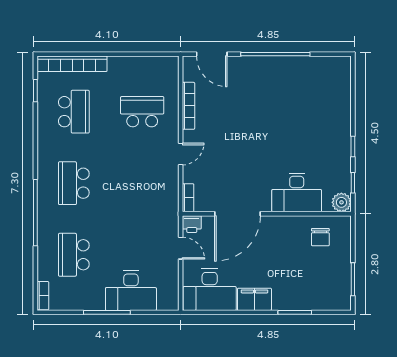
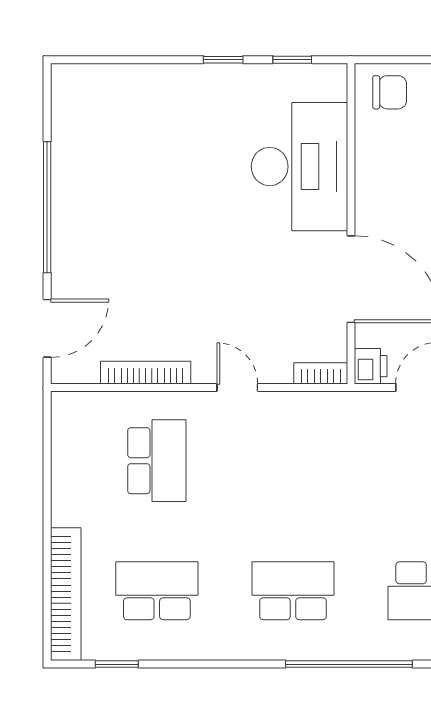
school desk: (142, 112) -> (157, 461), turned 180
school desk: (74, 183) -> (293, 591), turned 180
desk: (297, 192) -> (299, 167), width x1.36, depth x1.30
plant: (341, 202) -> (329, 81), removed
chair: (320, 237) -> (390, 92), moved

